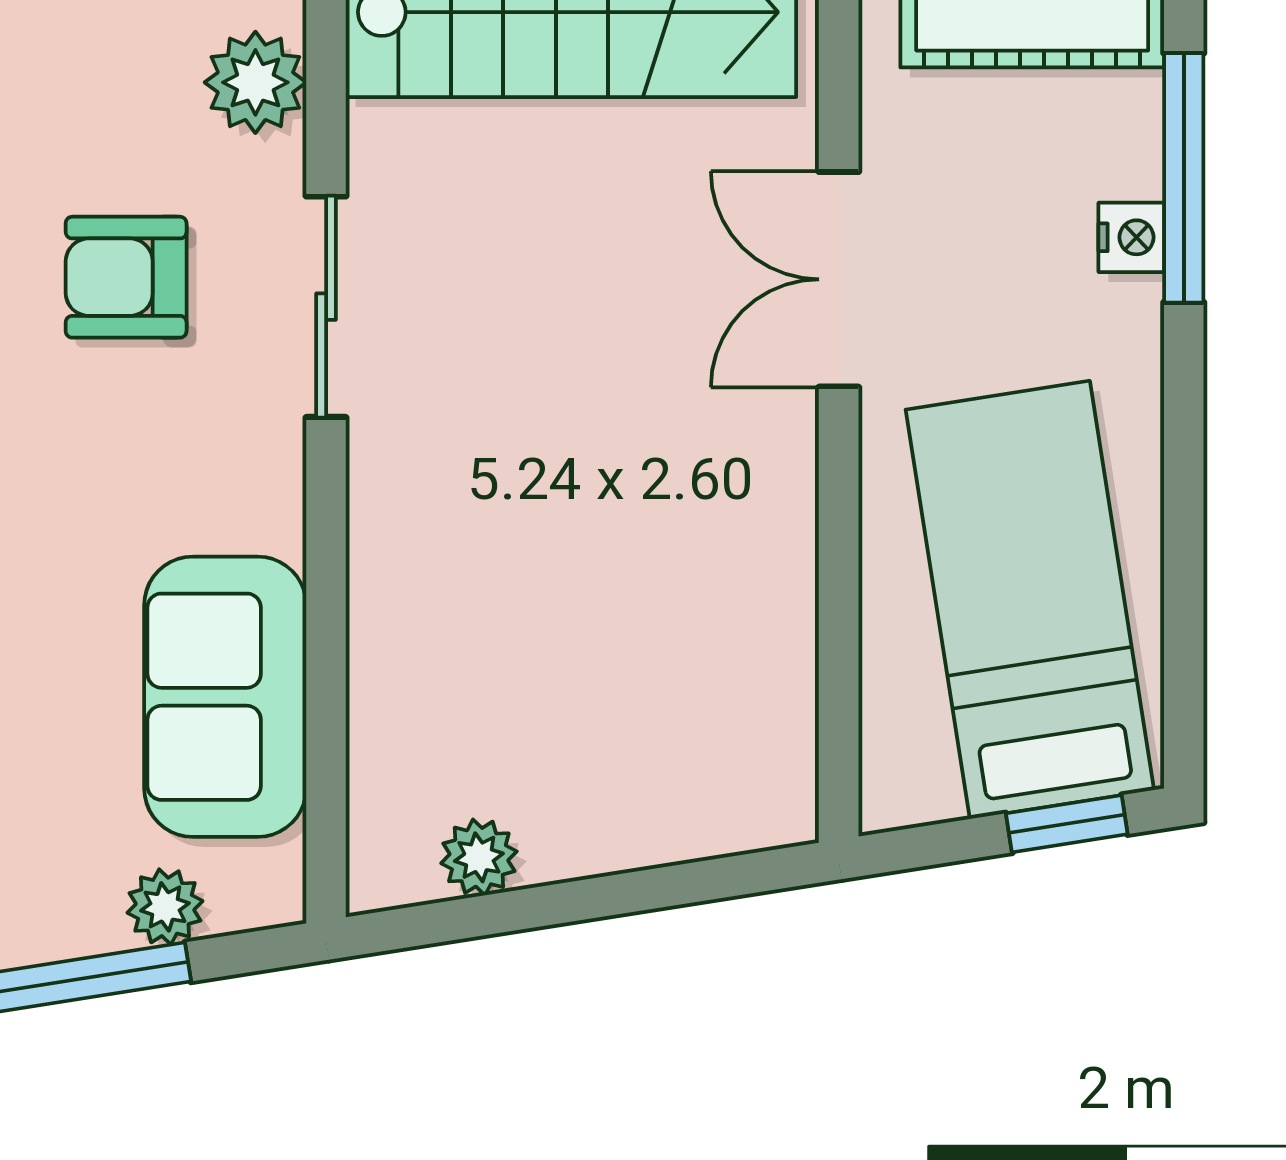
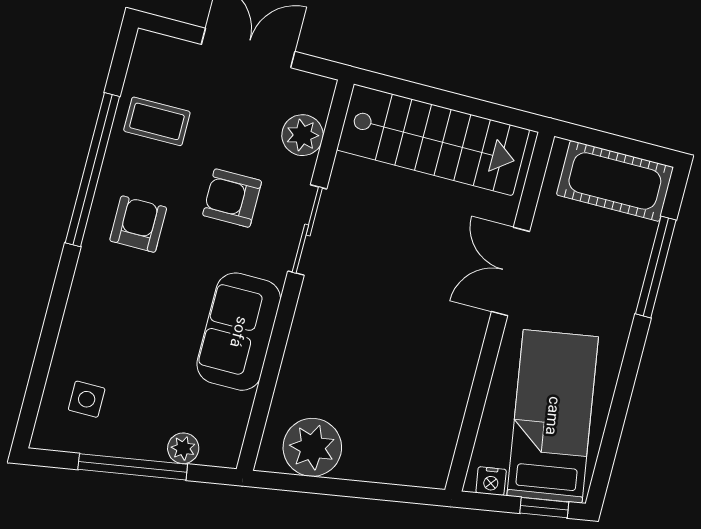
nightstand: (1131, 237) -> (491, 481), moved, turned 81
sofa: (225, 697) -> (239, 332), moved
plant: (479, 857) -> (312, 447), width x1.88, depth x1.88

